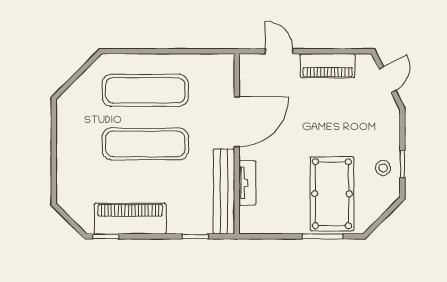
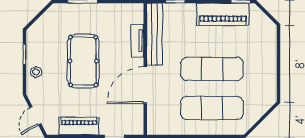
stool: (383, 168) -> (36, 72), moved
pool table: (332, 194) -> (83, 61), moved

